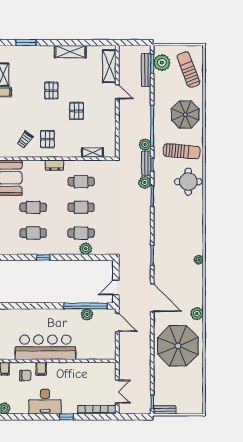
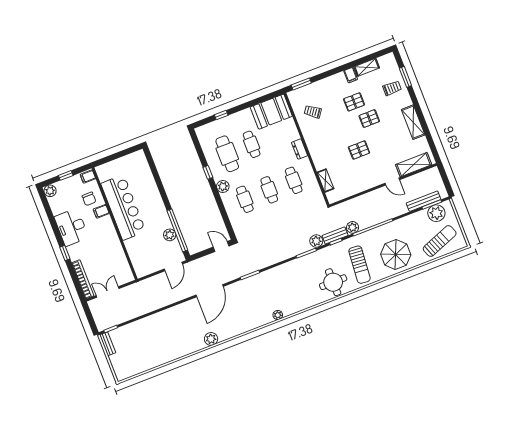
trolley: (32, 59) -> (392, 88), added
door: (117, 92) -> (392, 182), hinge flipped
pallet: (47, 139) -> (354, 102), moved
cafe table: (33, 233) -> (227, 154), width x1.37, depth x1.35
plant: (86, 249) -> (223, 186), moved
plant: (199, 260) -> (278, 315), moved
door: (116, 287) -> (221, 246), moved
parasol: (178, 346) -> (173, 333), removed
double door: (117, 392) -> (108, 292), swing flipped

